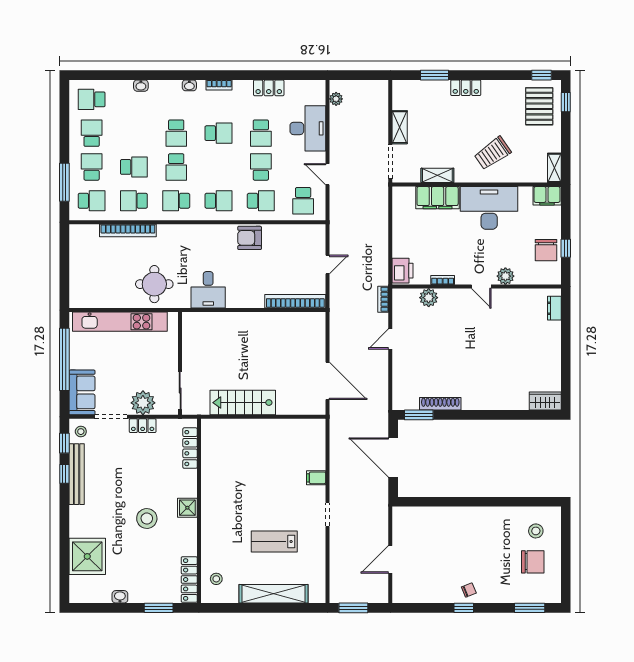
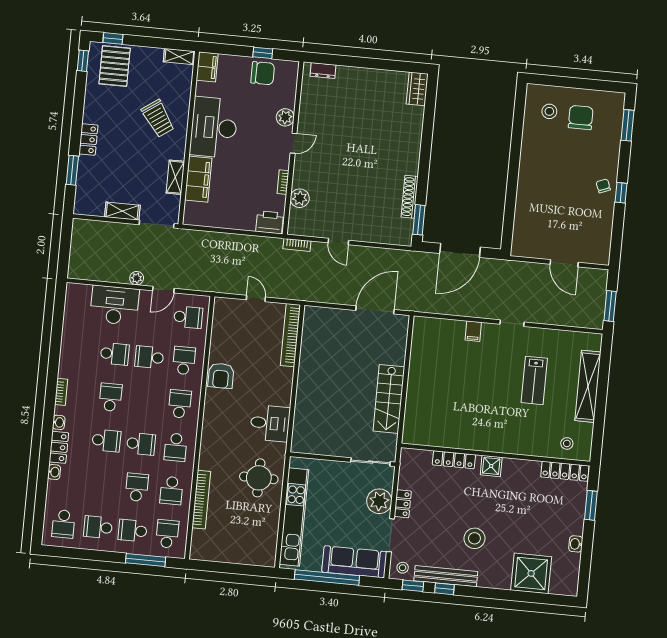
locker: (269, 88) -> (59, 447), moved
plant: (336, 99) -> (137, 278), moved
pallet: (539, 106) -> (115, 66), turned 90
sofa: (82, 392) -> (354, 562), width x1.36
locker: (190, 448) -> (454, 460), moved
stool: (147, 518) -> (474, 538), moved

